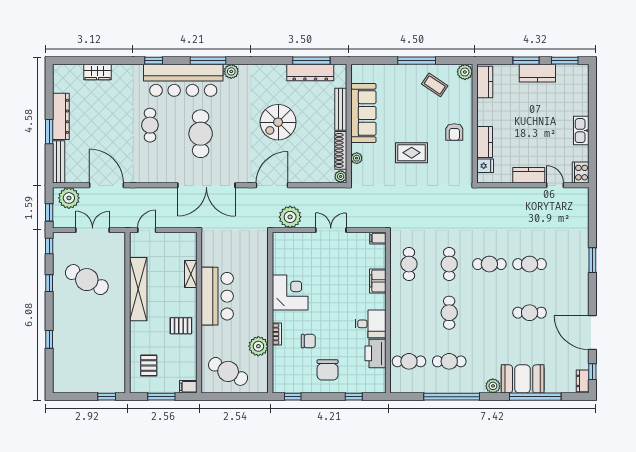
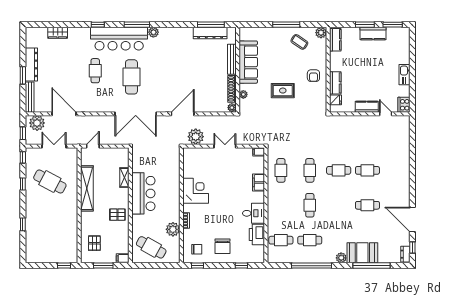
spiral stairs: (278, 122) -> (187, 69), removed
window: (592, 260) -> (412, 168), removed
chair: (308, 341) -> (197, 249), moved

